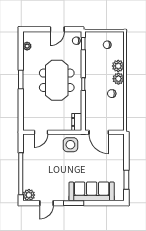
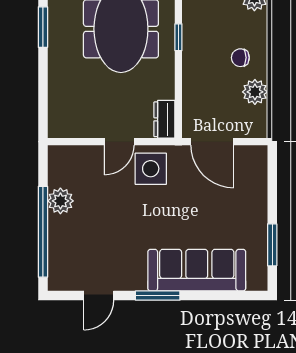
plant: (118, 79) -> (255, 92), moved
door: (41, 132) -> (119, 142), moved
plant: (29, 195) -> (60, 201), moved

